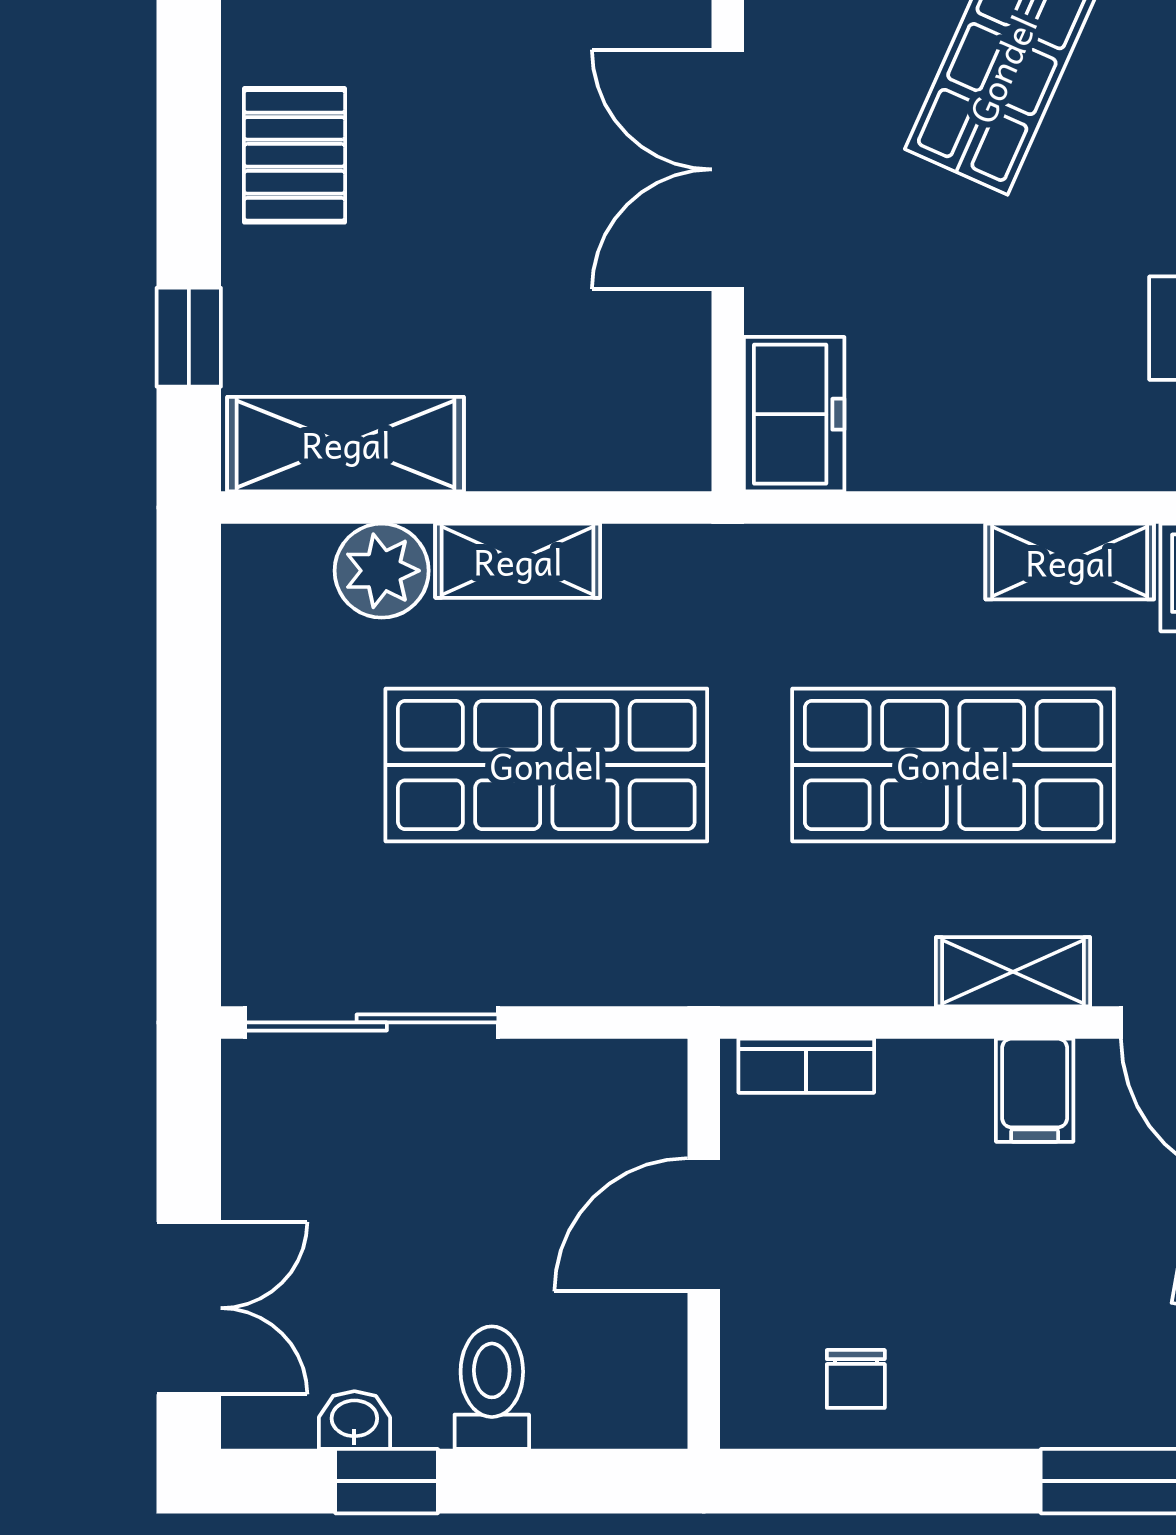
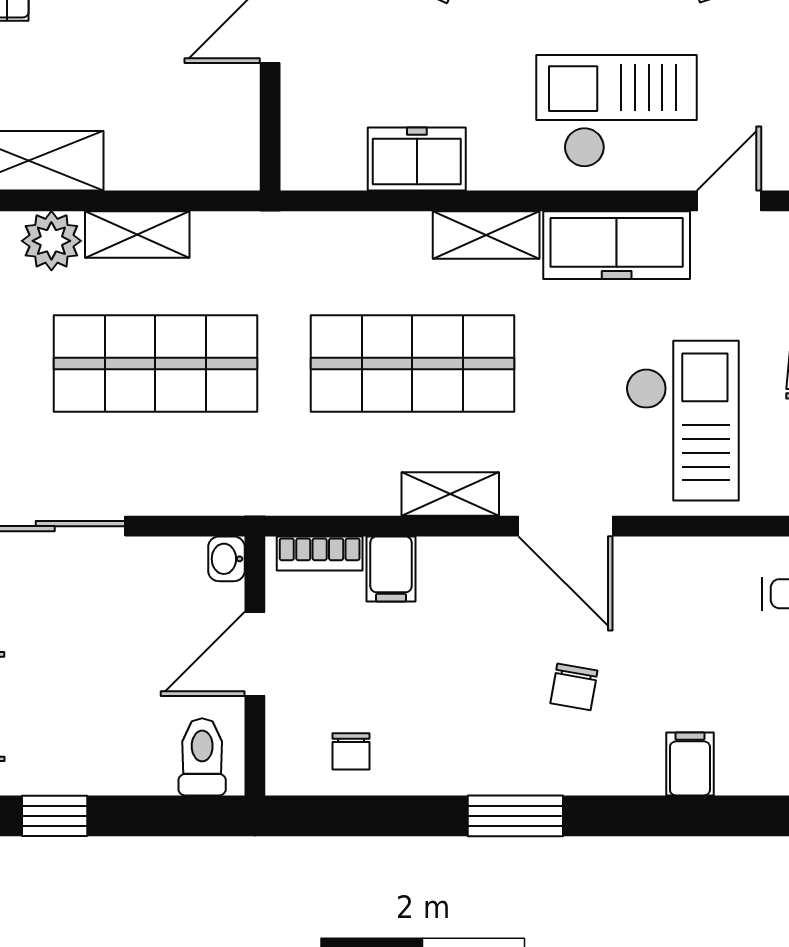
freezer: (794, 414) -> (417, 159), moved, turned -90
filing cabinet: (1035, 1090) -> (391, 569), moved
toilet: (492, 1388) -> (202, 757), moved
washbasin: (354, 1420) -> (226, 559), moved, turned -90

